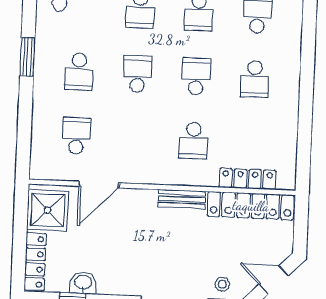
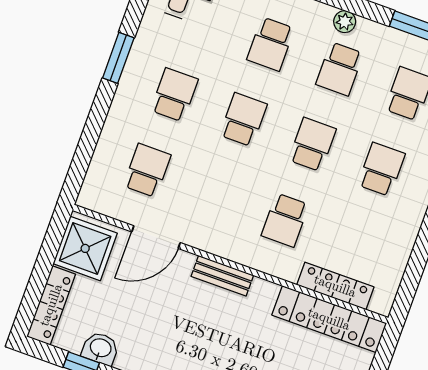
school desk: (79, 72) -> (174, 95), turned 180
school desk: (255, 79) -> (381, 169), turned 180
bench: (181, 199) -> (222, 276), moved

